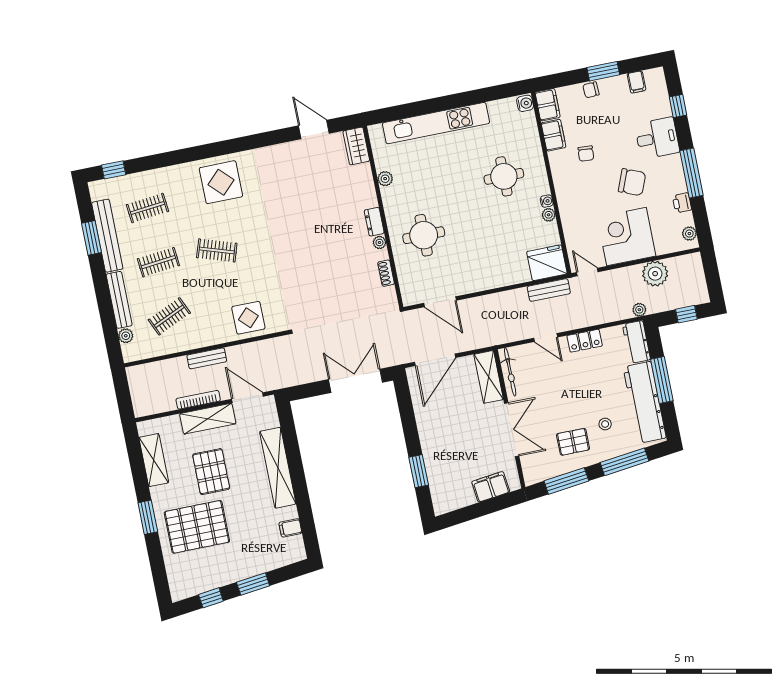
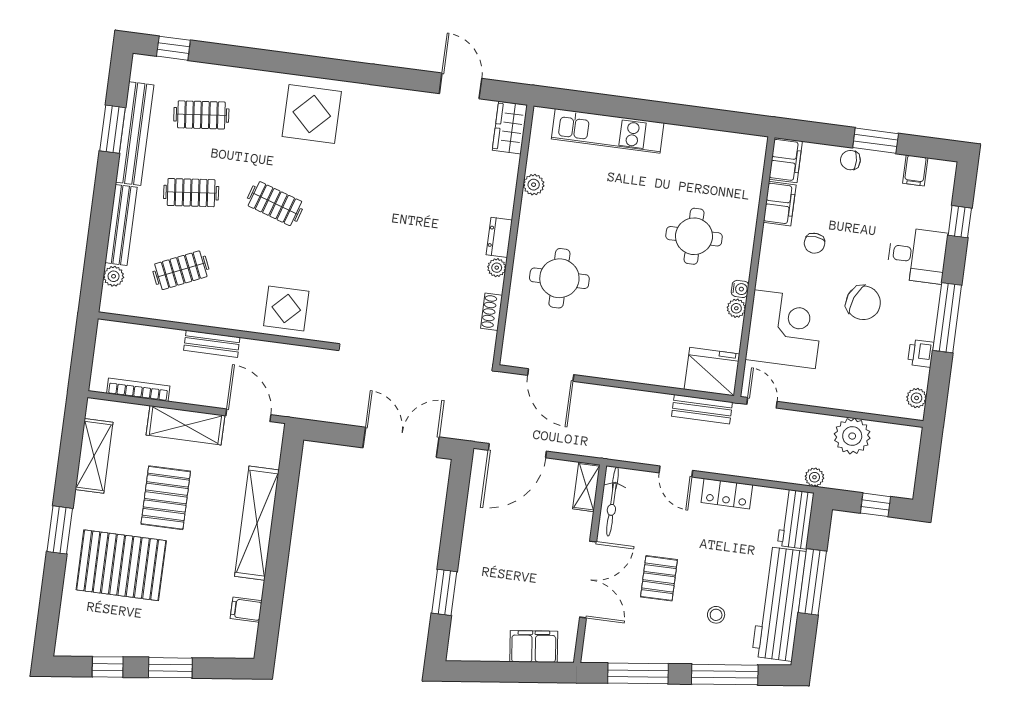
water cooler: (525, 103) -> (756, 148), removed
kitchen unit: (436, 123) -> (608, 131), width x0.73
corner desk: (626, 237) -> (785, 329), moved, turned 90
shelving: (489, 377) -> (586, 487), width x0.67, depth x0.75
bookcase: (198, 400) -> (138, 390), moved
pallet: (573, 442) -> (659, 578), moved, turned 90

